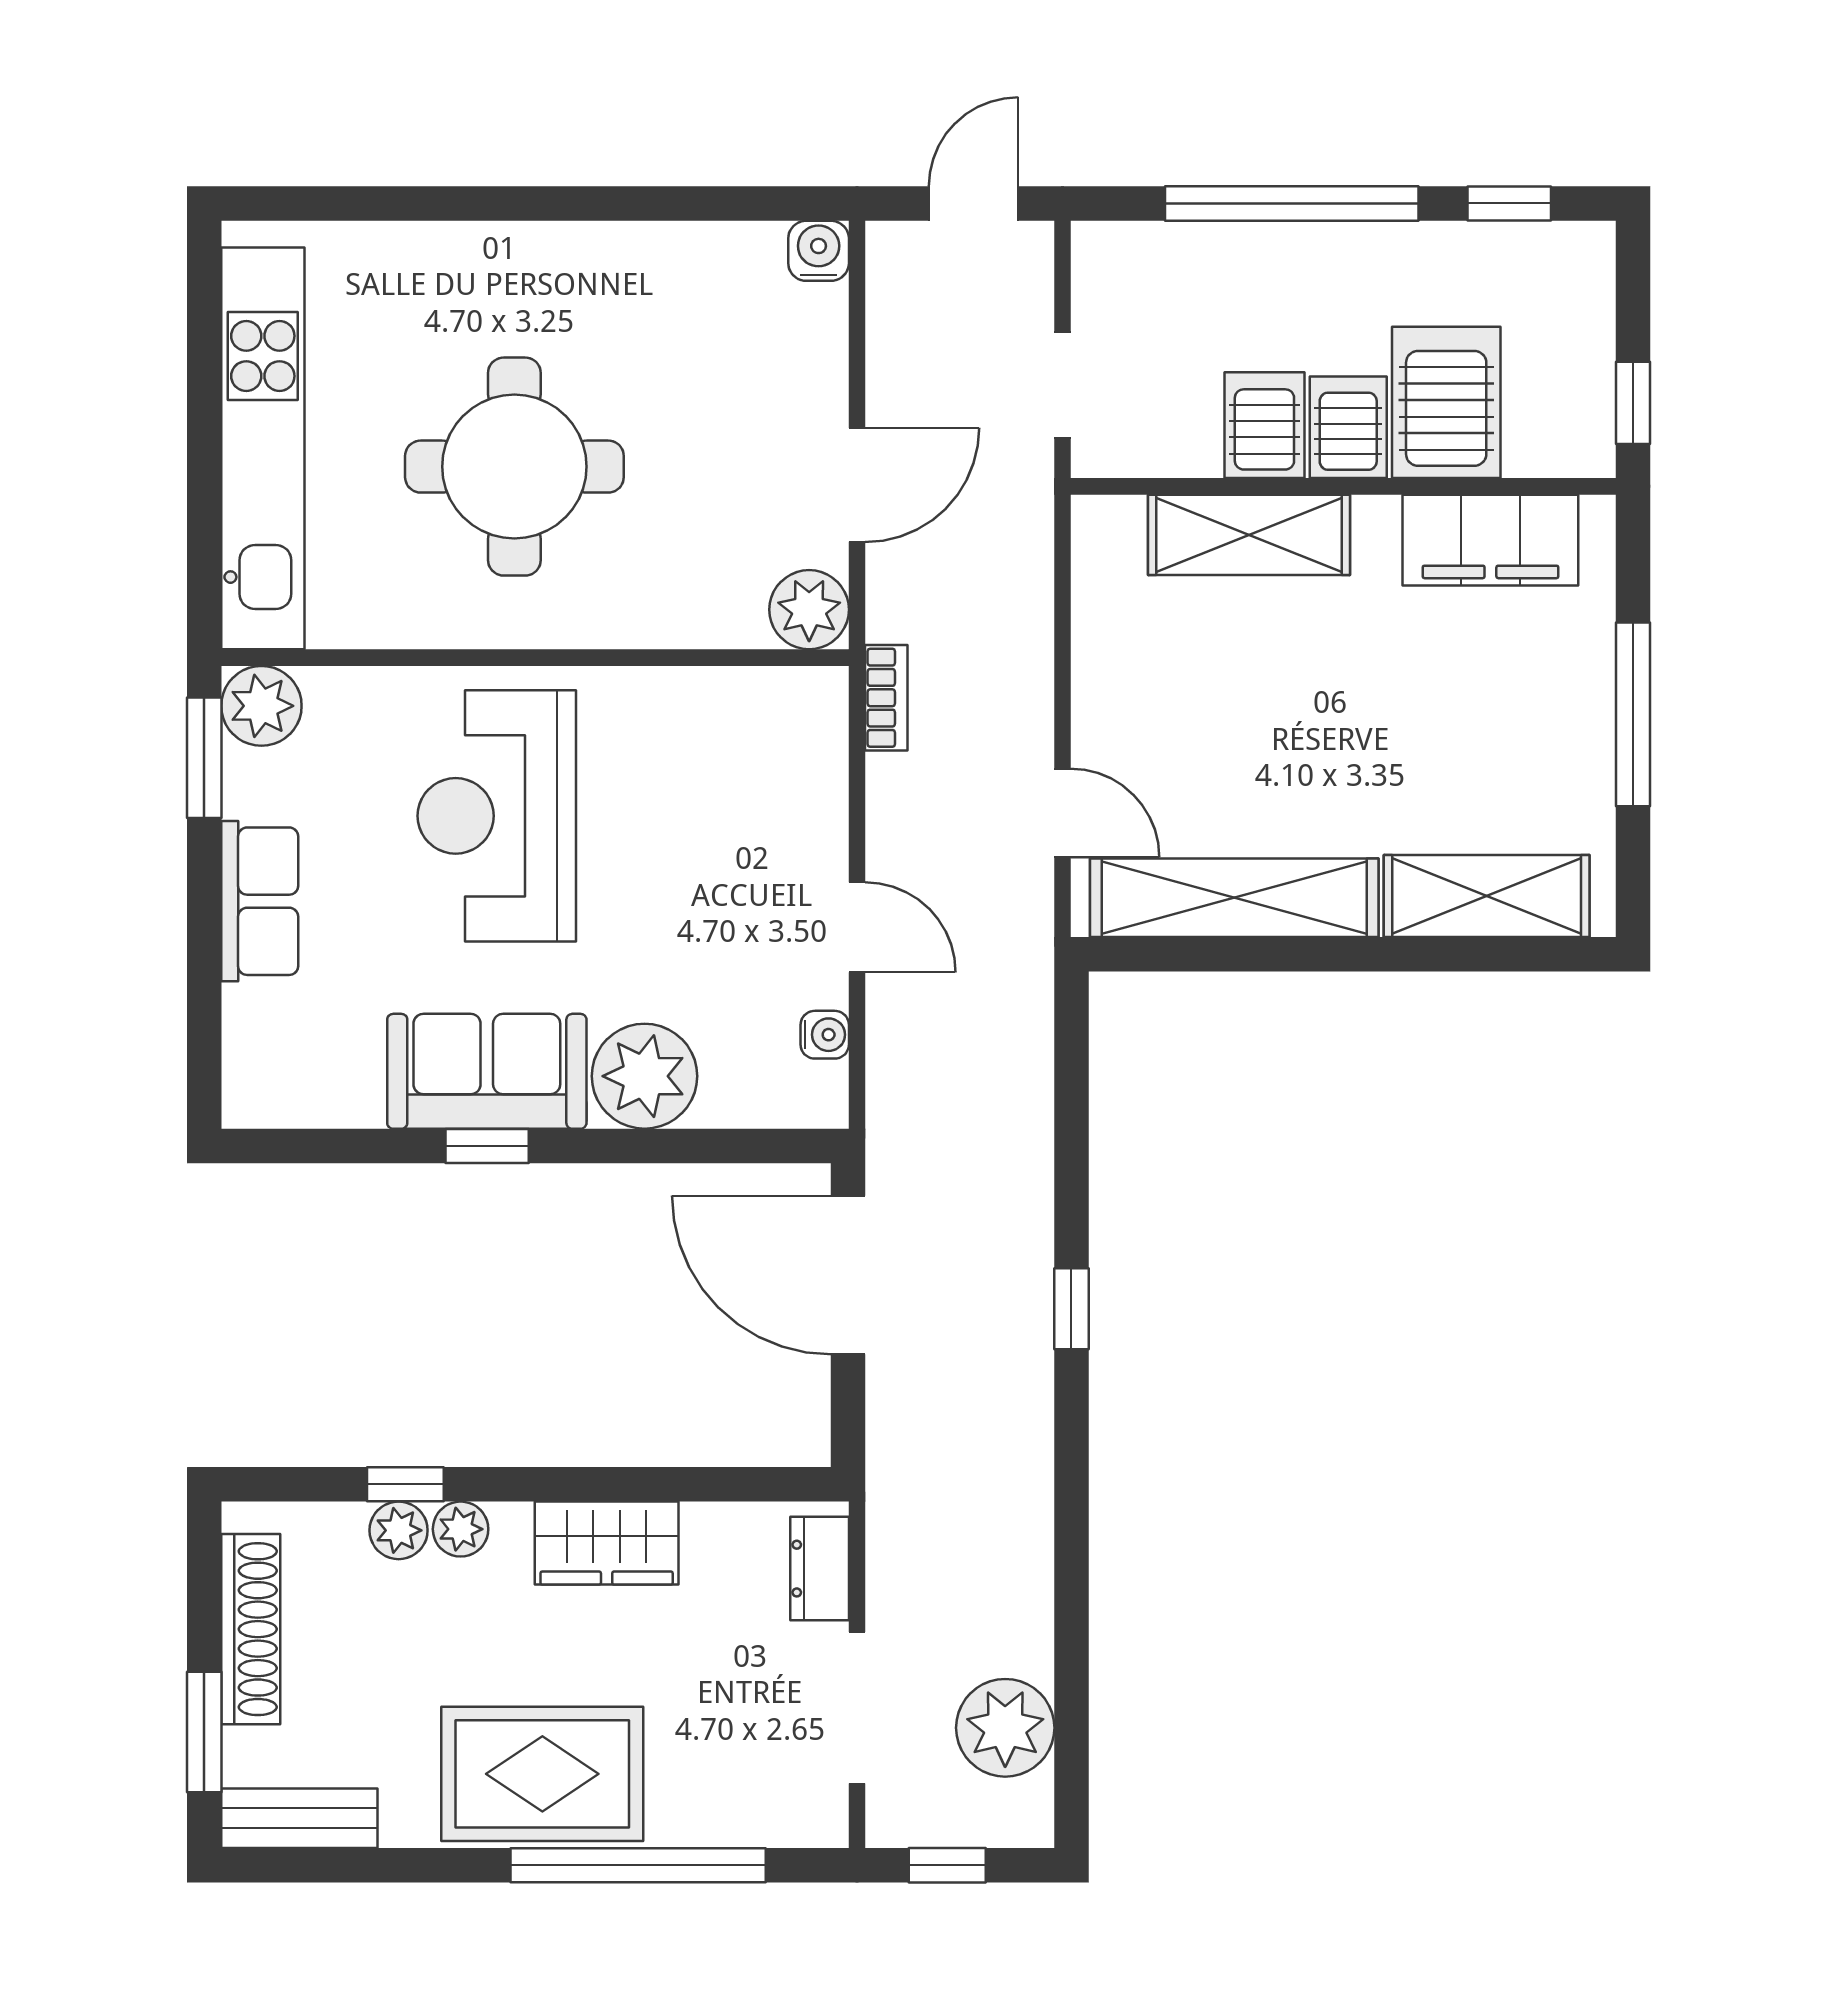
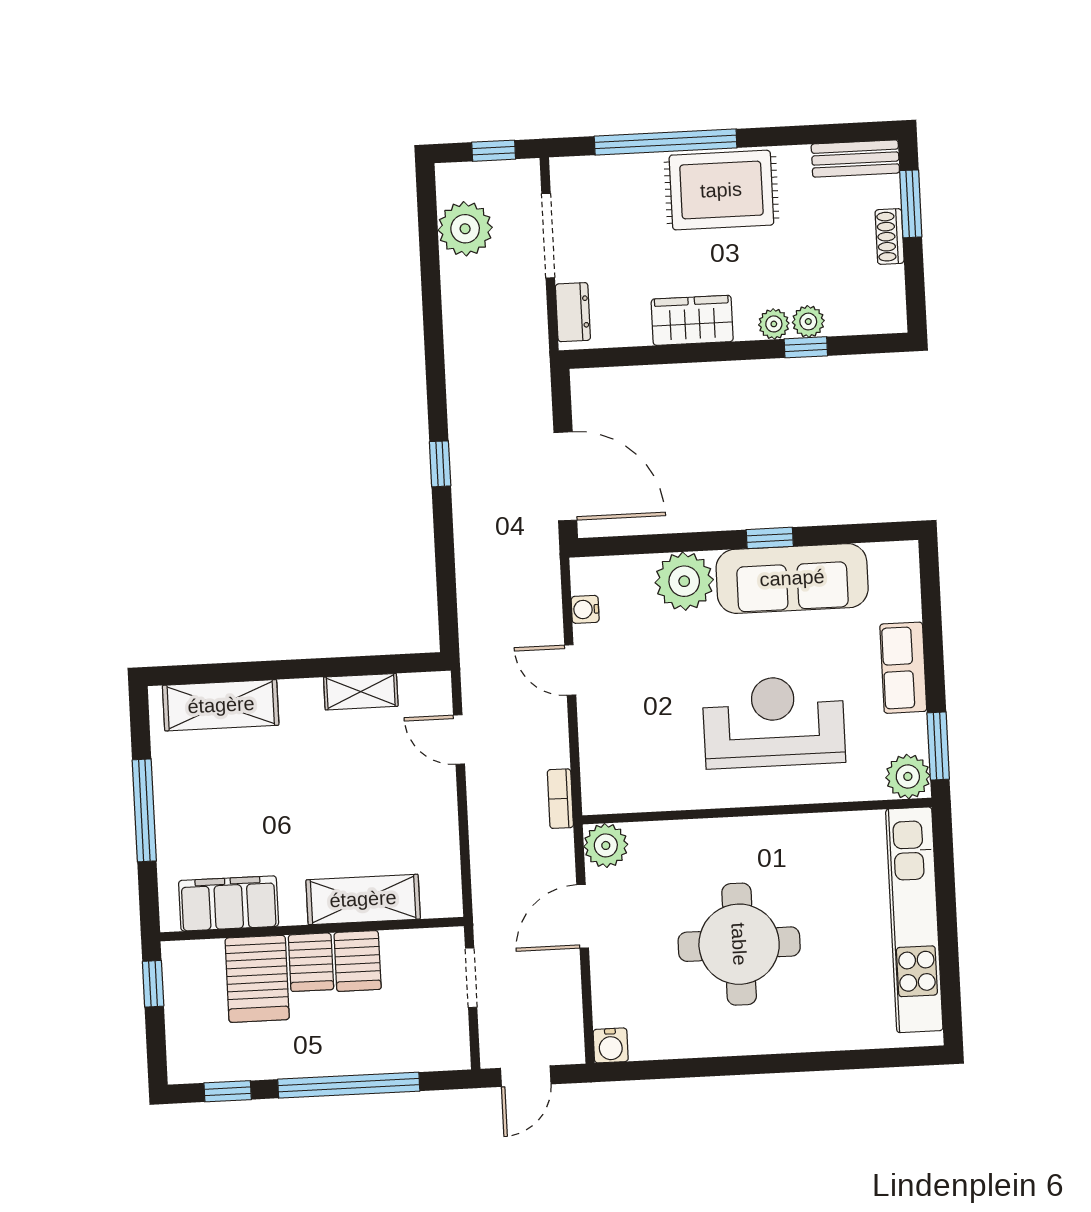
round table: (514, 467) -> (739, 944), moved
reception desk: (497, 816) -> (774, 722), turned -90
shelving: (1234, 898) -> (361, 692), width x0.45, depth x0.75
sofa: (487, 1071) -> (792, 578), width x1.36
shoe rack: (251, 1629) -> (890, 237), width x0.51, depth x0.81

